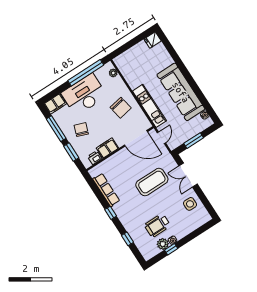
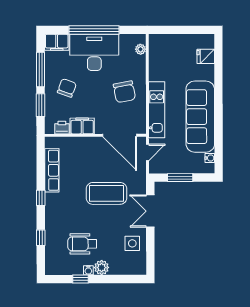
fridge: (153, 40) -> (206, 56), moved
window: (86, 73) -> (94, 30), moved
plant: (163, 244) -> (102, 268), moved

